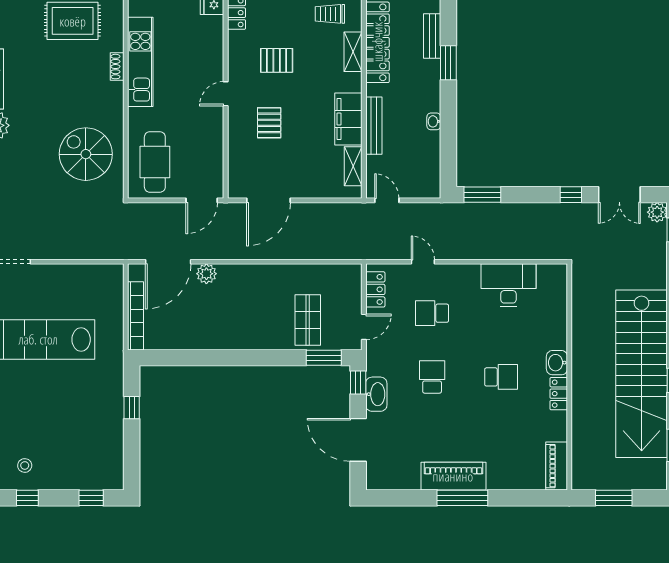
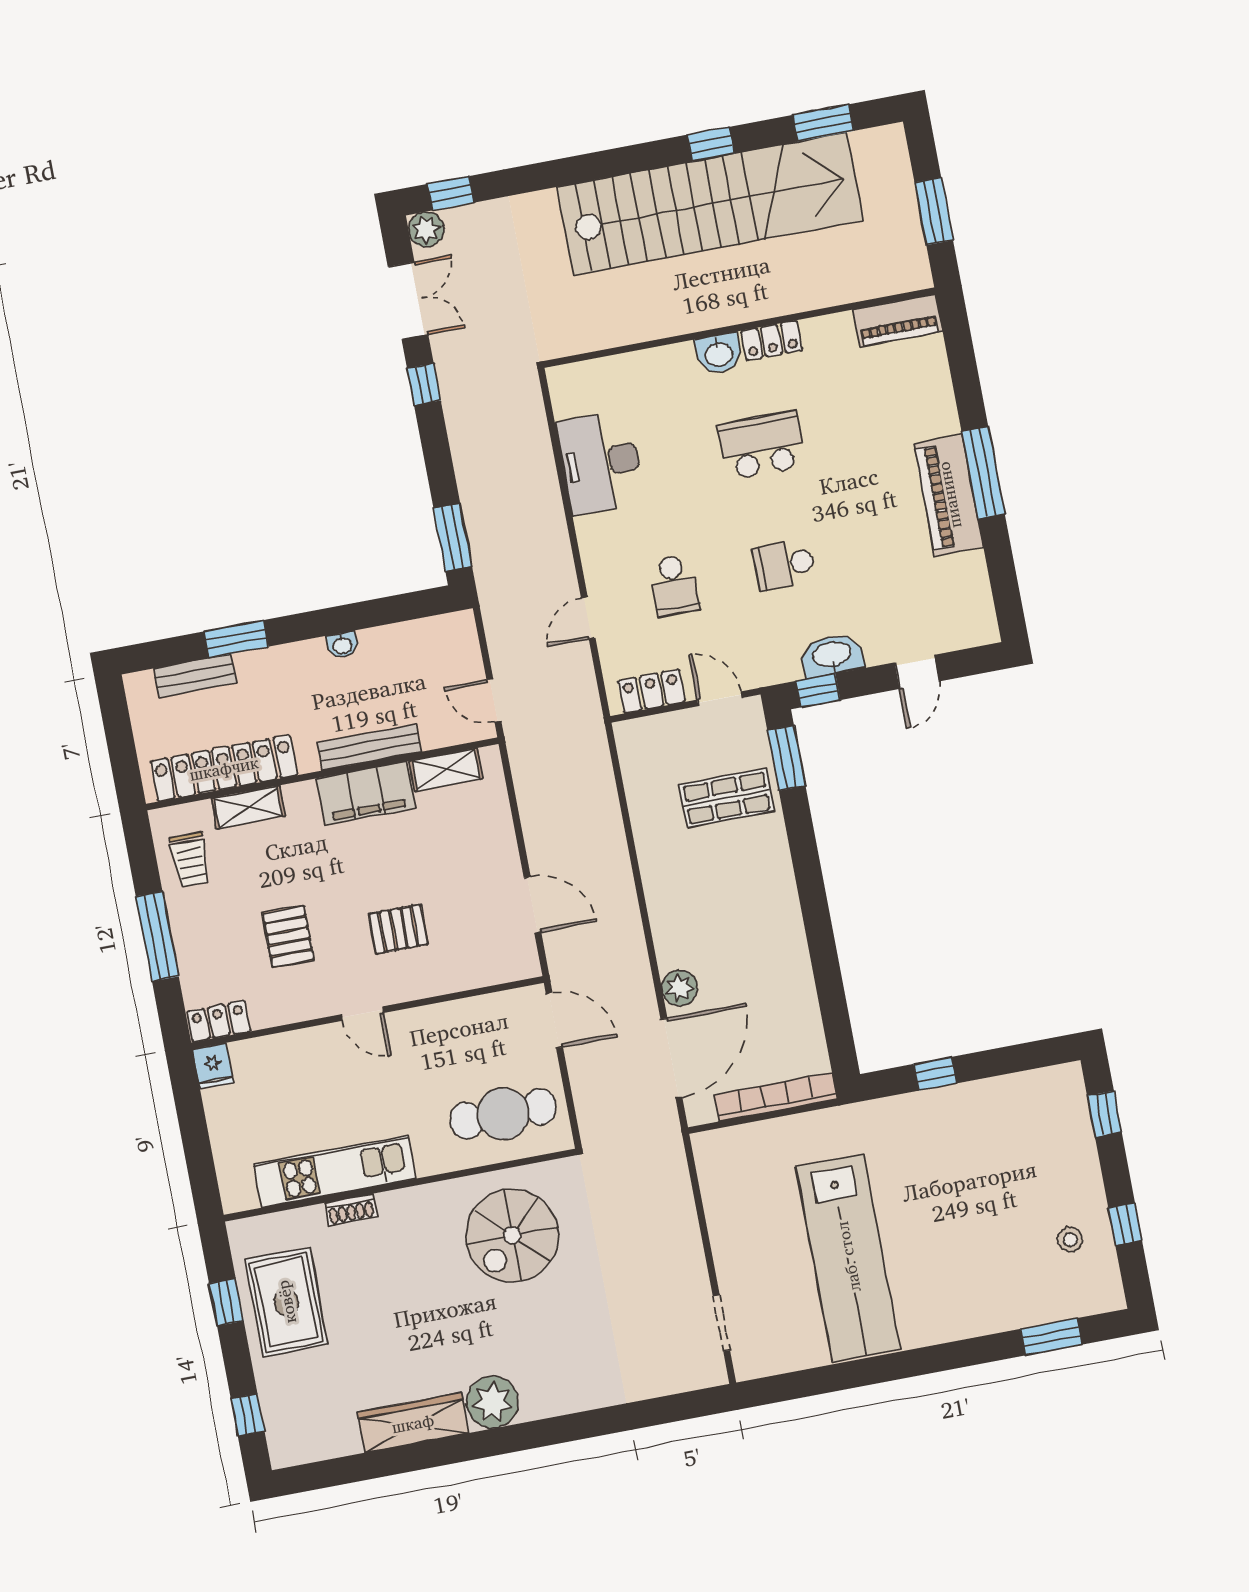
door: (268, 200) -> (533, 905), width x0.73
door: (387, 200) -> (494, 700), hinge flipped
door: (168, 262) -> (671, 1058), hinge flipped
school desk: (501, 377) -> (762, 445), width x1.85
door: (358, 440) -> (917, 672), width x0.53

